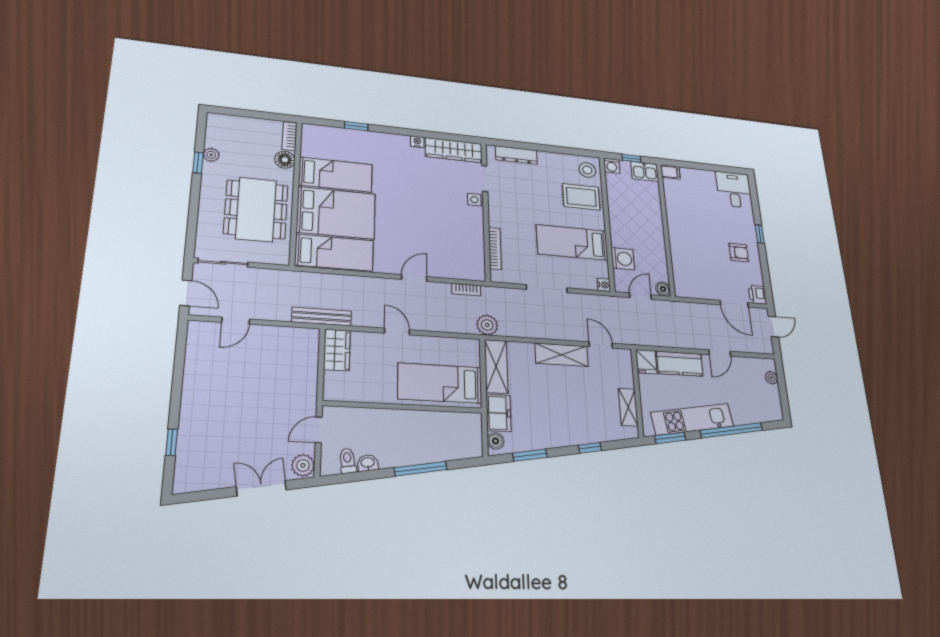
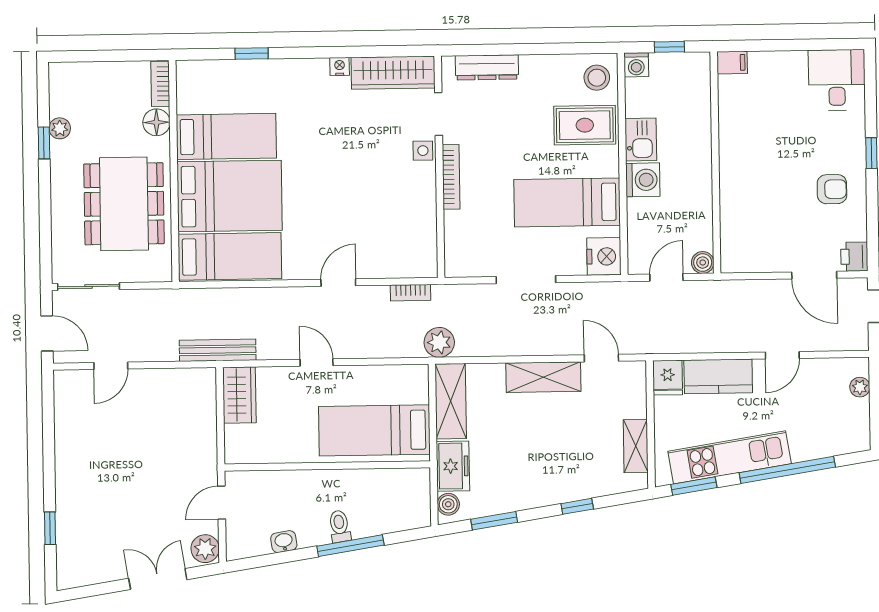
kitchen sink: (645, 171) -> (641, 140), moved, turned -90
bookcase: (495, 248) -> (451, 177), moved
washing machine: (623, 259) -> (643, 180), moved
nightstand: (604, 285) -> (604, 256), width x1.89, depth x1.79
toilet: (348, 461) -> (340, 526), moved

